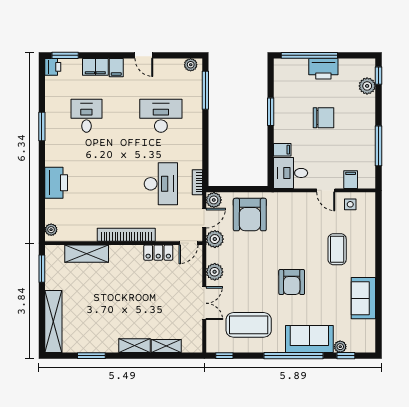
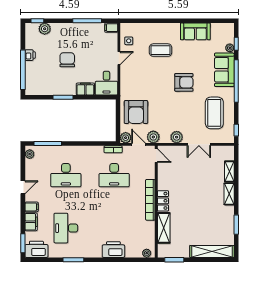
printer: (53, 67) -> (36, 249), width x1.87, depth x1.48
printer: (323, 69) -> (30, 55), width x0.53, depth x0.68
desk: (86, 116) -> (66, 228), width x1.37
desk: (161, 116) -> (66, 175), turned -90
filing cabinet: (282, 150) -> (85, 89), width x2.00
filing cabinet: (351, 180) -> (111, 28), moved
desk: (161, 184) -> (114, 175), turned 180
armchair: (250, 215) -> (136, 112), turned 90
locker: (158, 253) -> (163, 201), moved
double door: (204, 303) -> (199, 144), swing flipped

